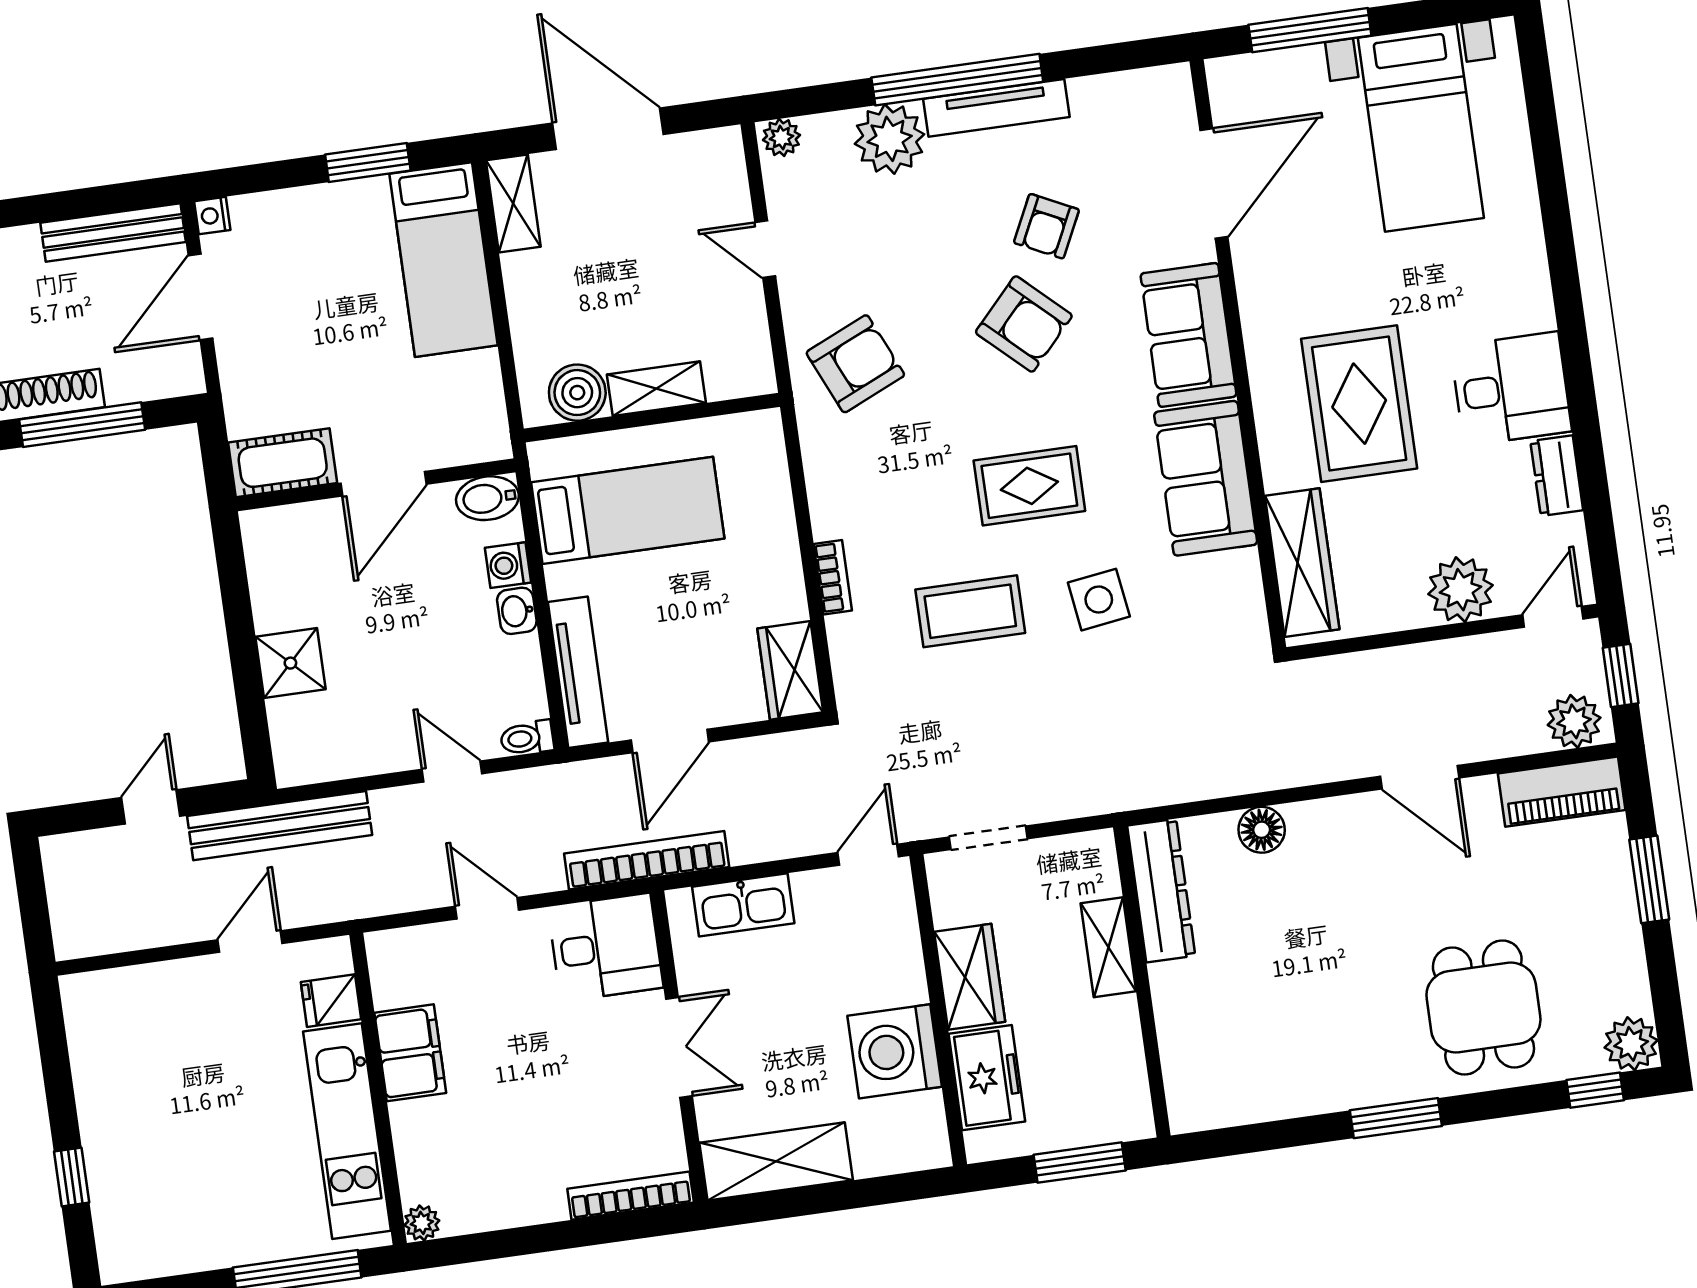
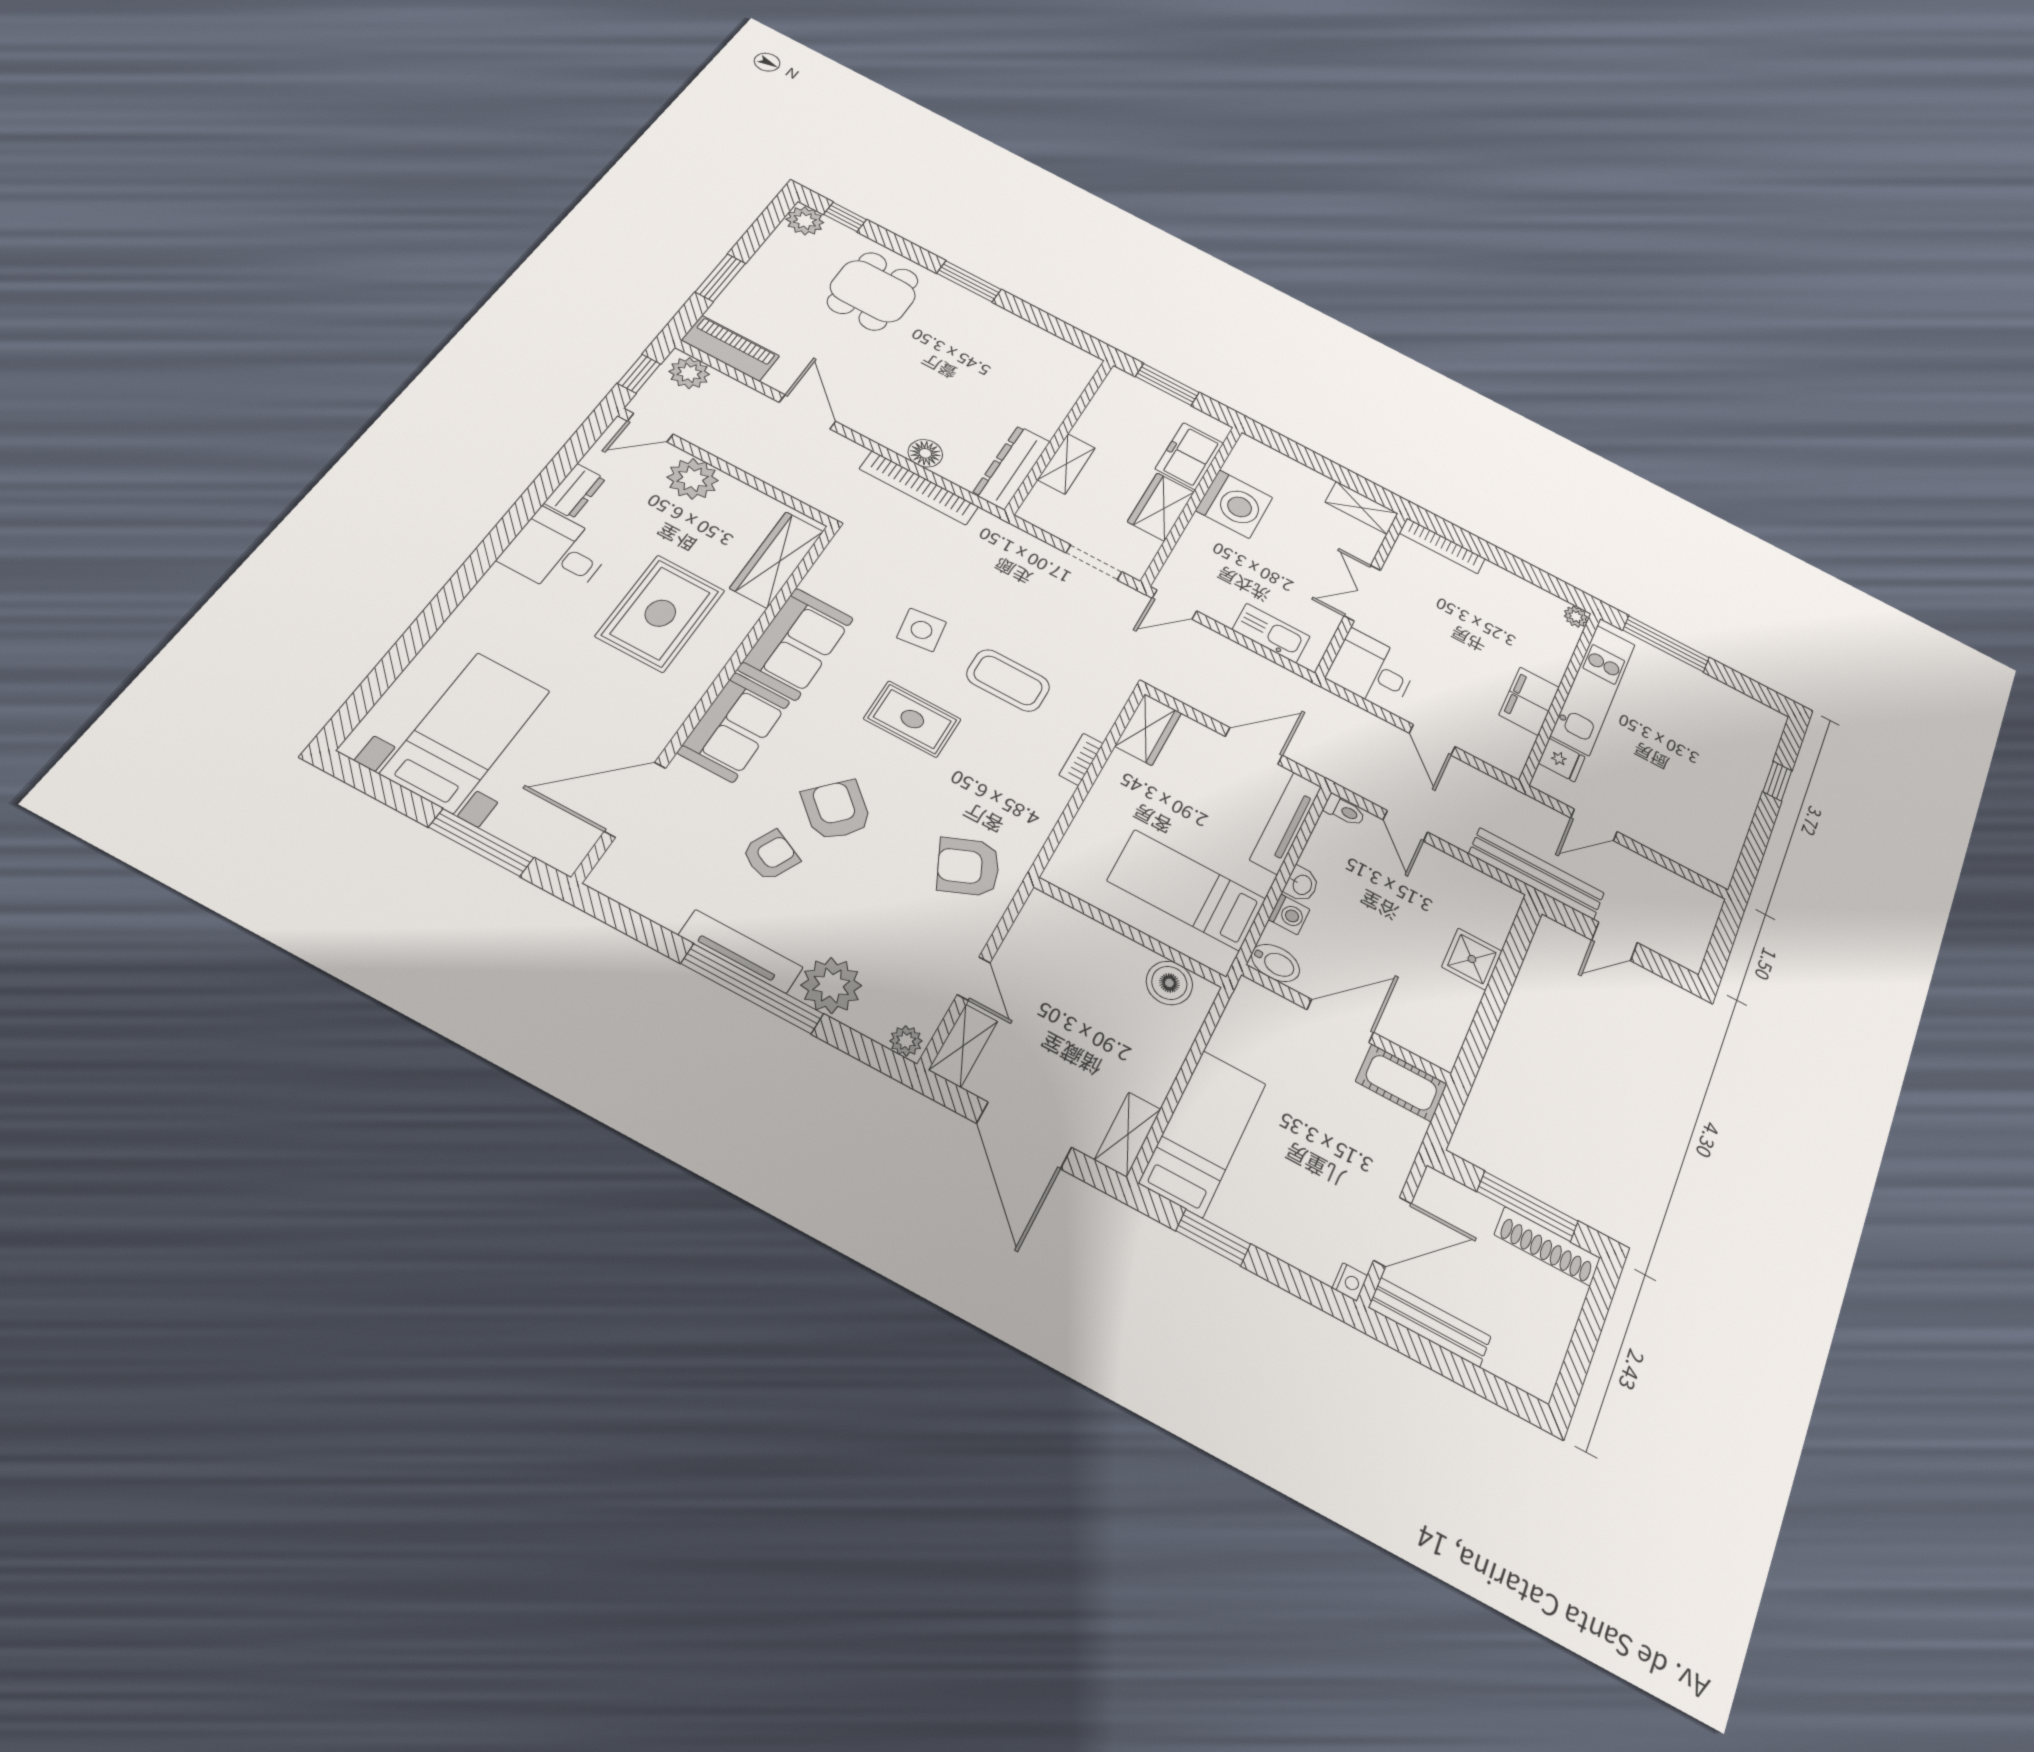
shelving: (656, 389) -> (963, 1046), moved, turned 90
bookcase: (647, 860) -> (919, 488), moved
shelving: (776, 1161) -> (1362, 508), width x0.67, depth x0.75

